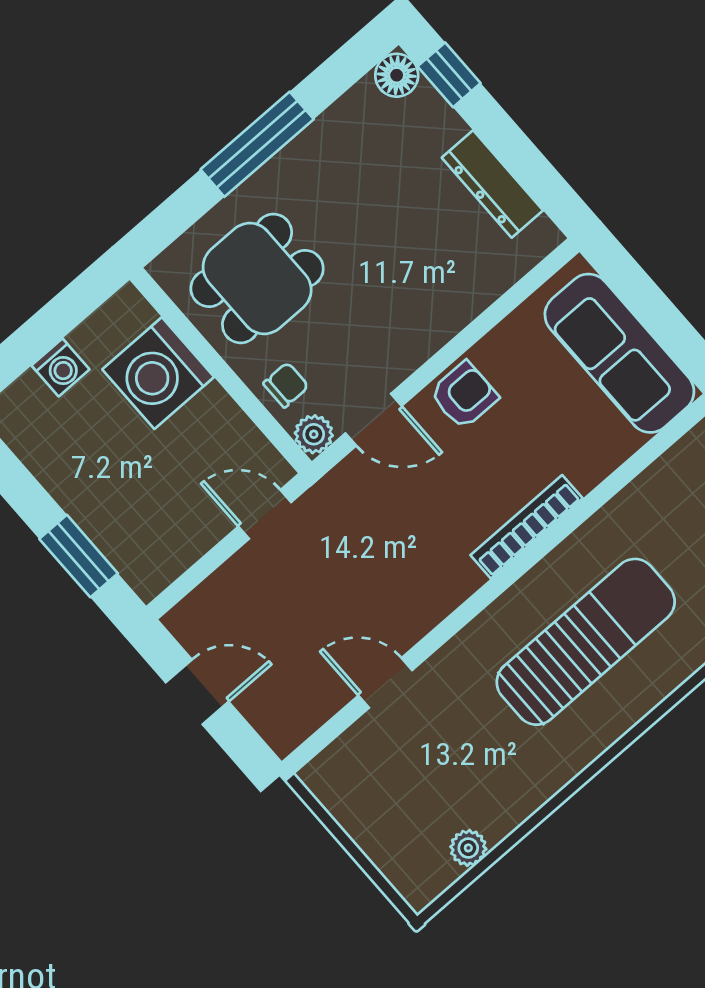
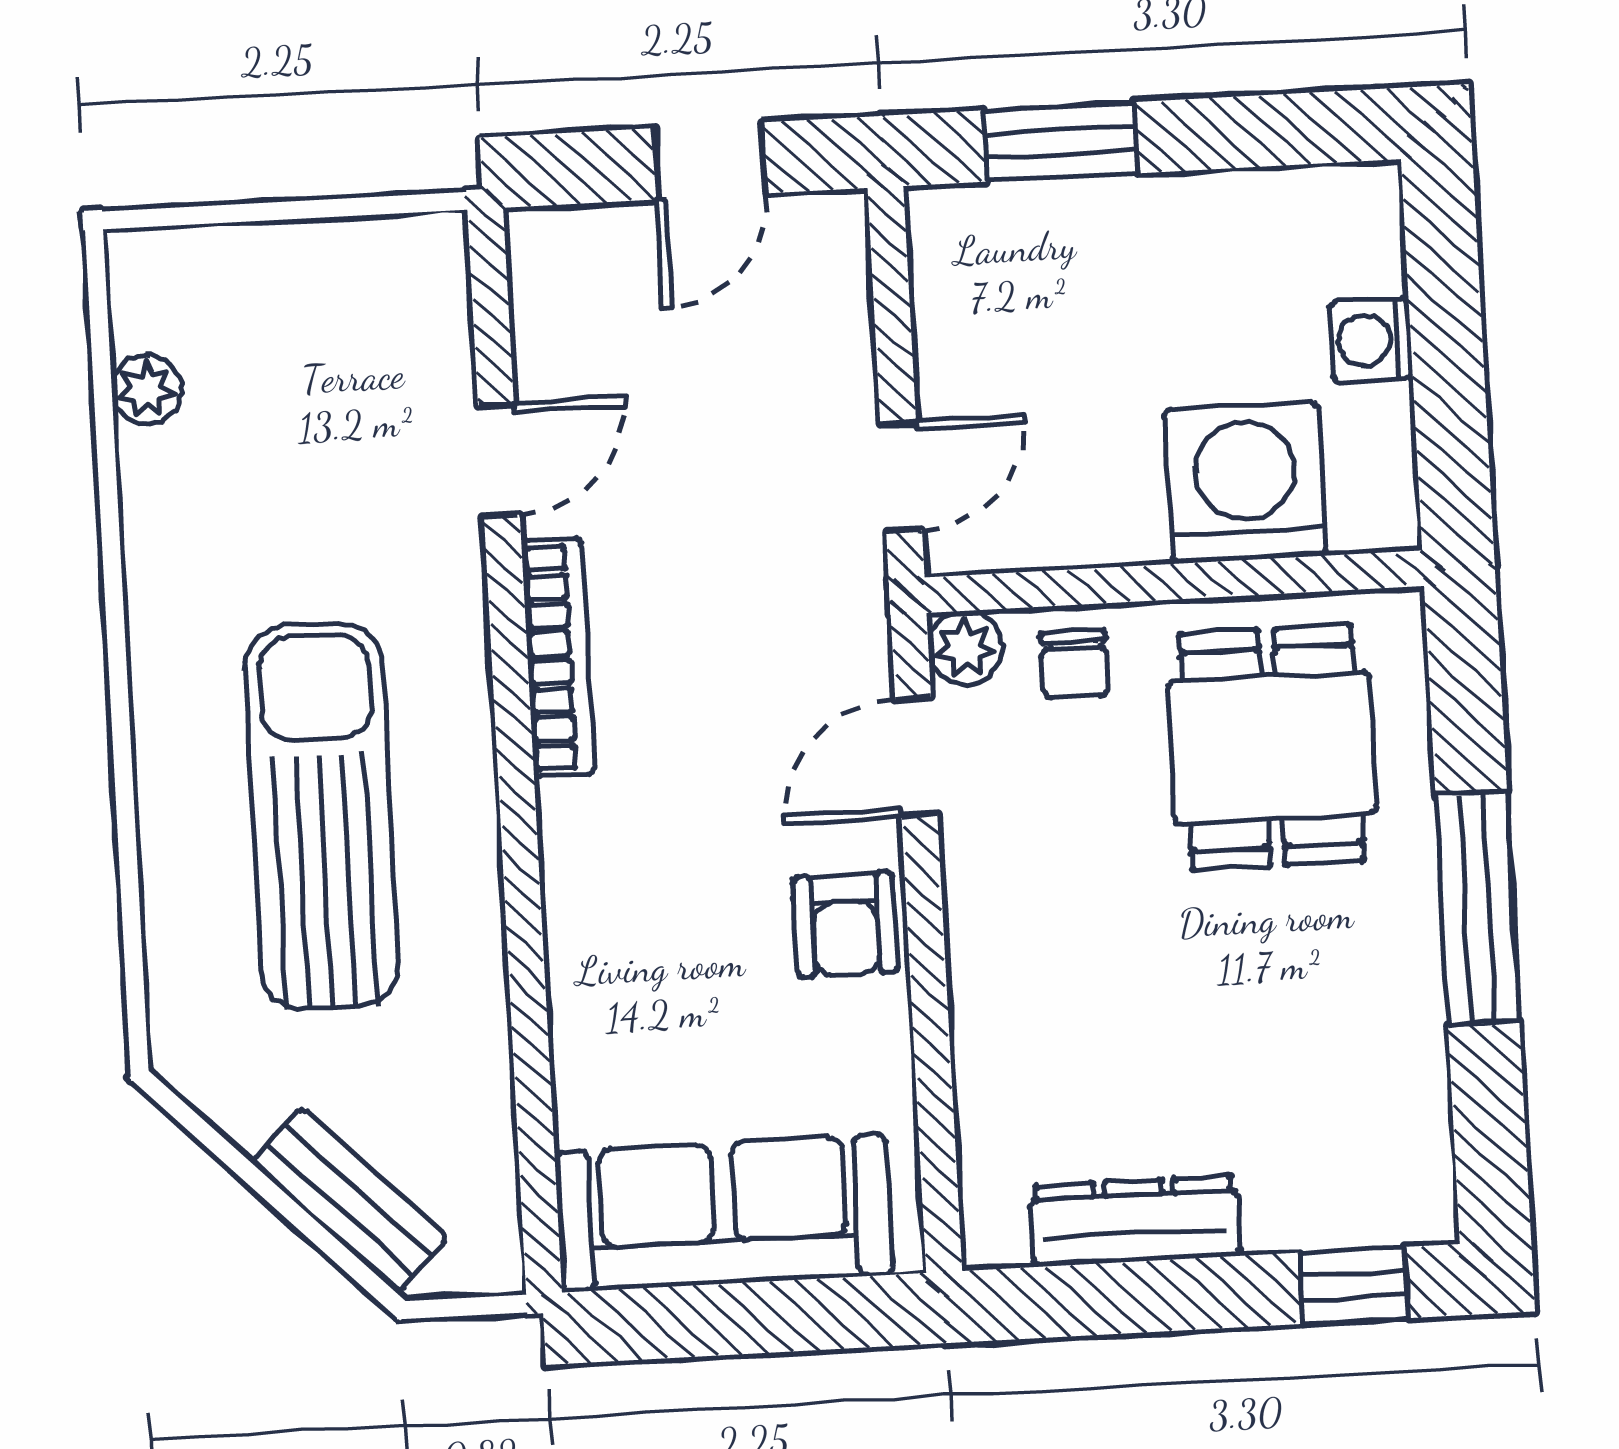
floor lamp: (397, 75) -> (1416, 1205), removed
bookcase: (527, 527) -> (558, 658), moved
sun lounger: (586, 642) -> (322, 816), turned 180

